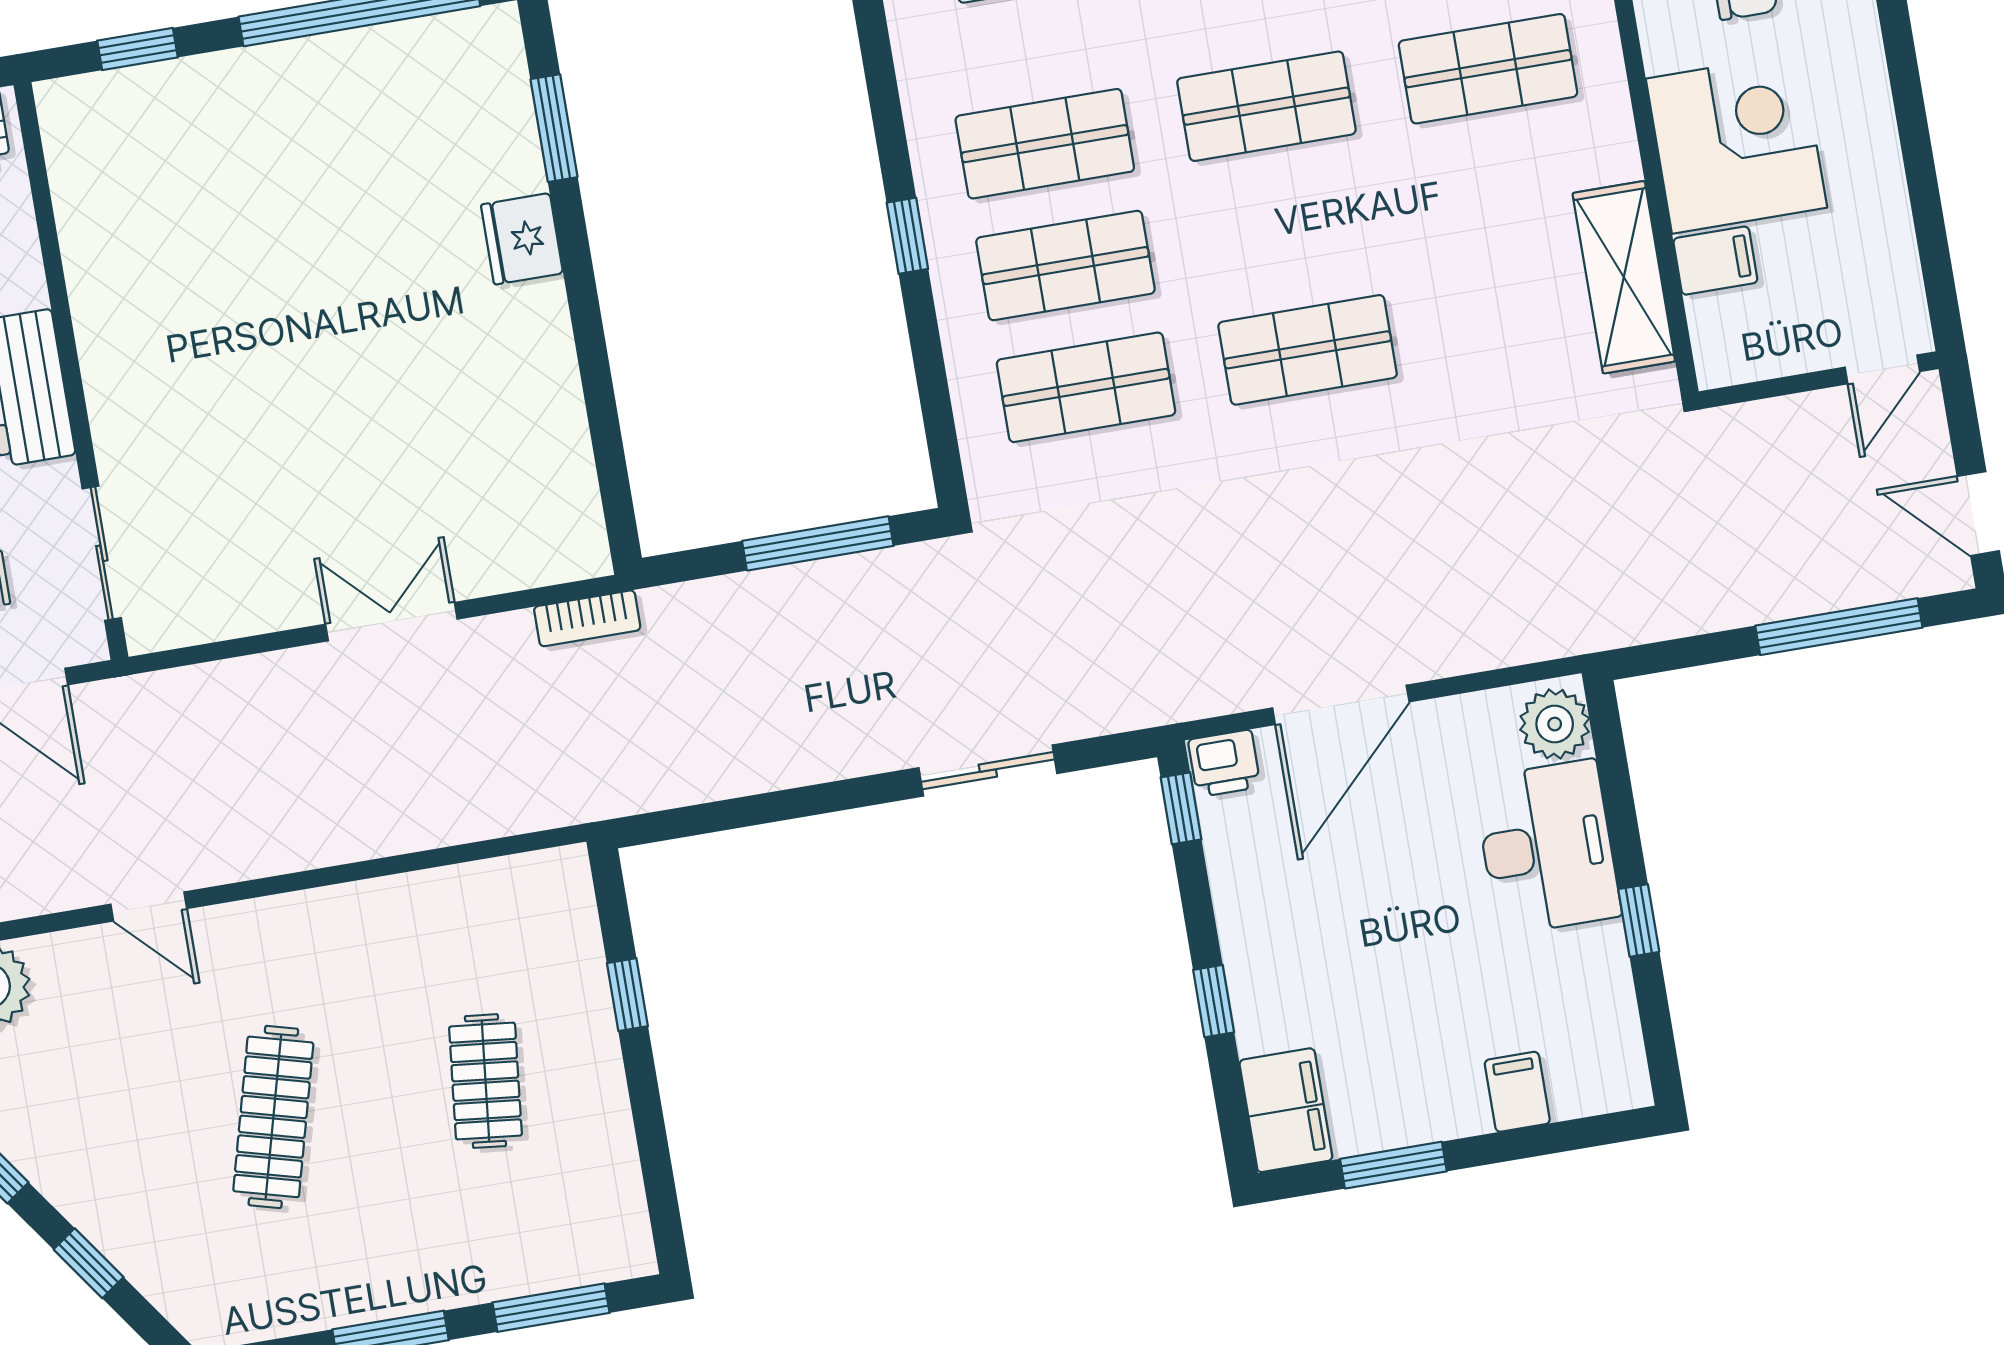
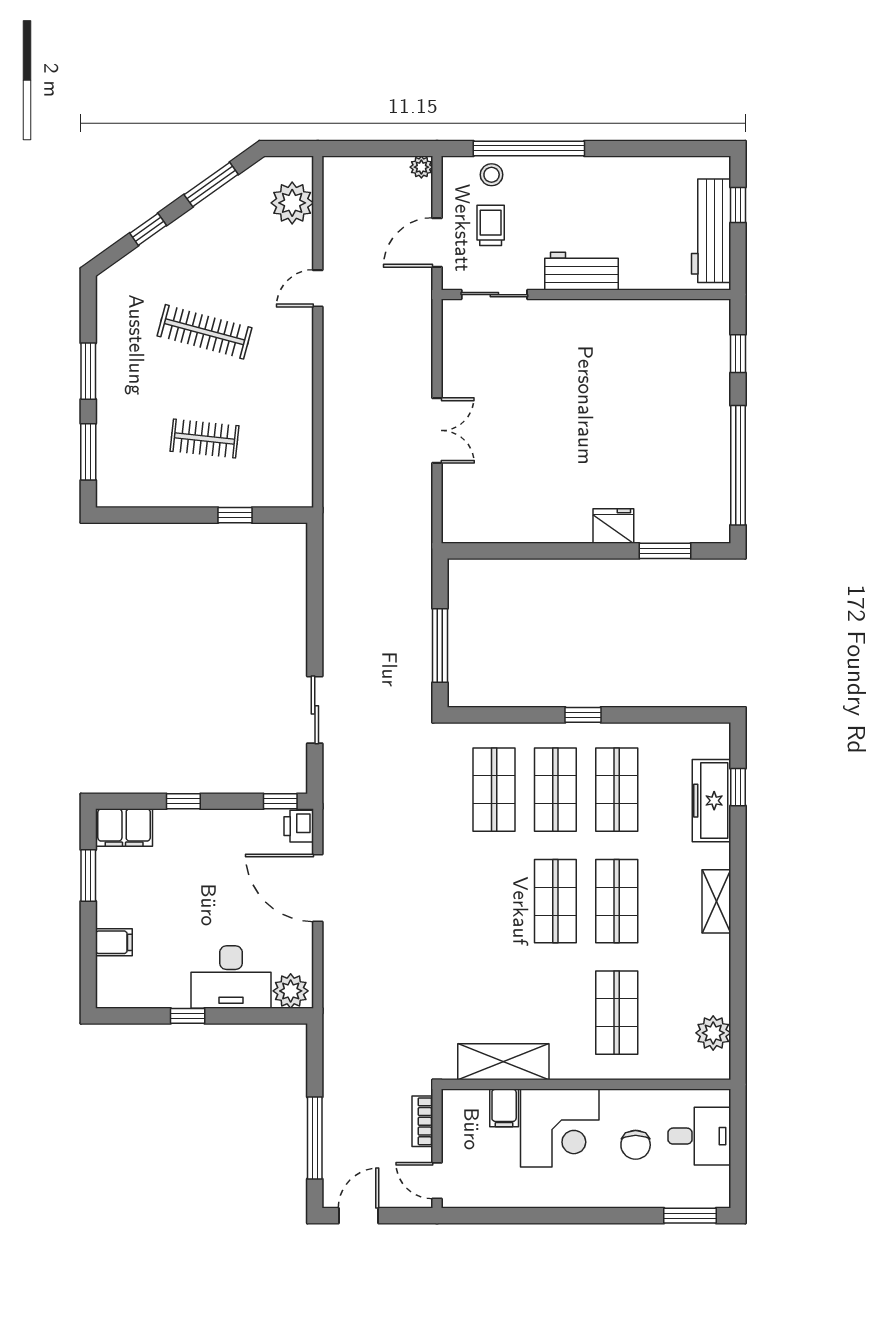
shop shelf: (1308, 350) -> (555, 901), moved
bookcase: (587, 618) -> (422, 1121), moved

